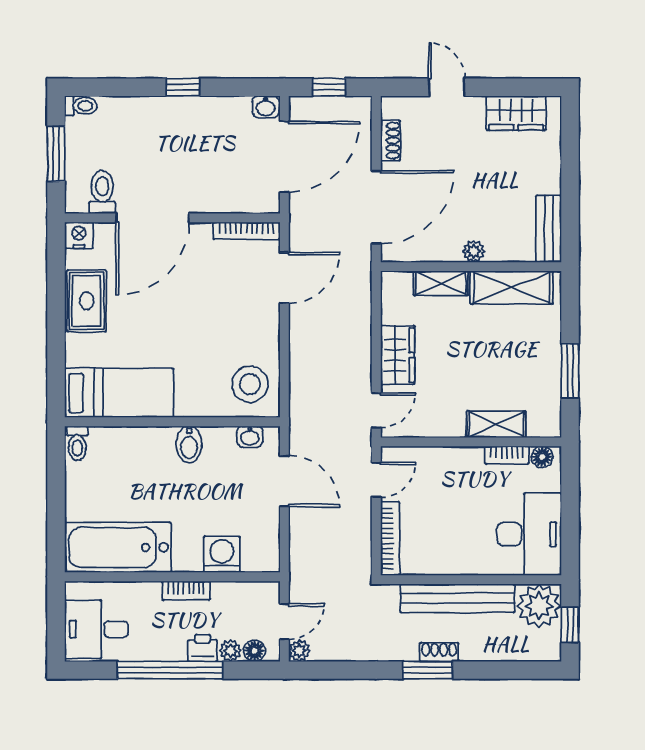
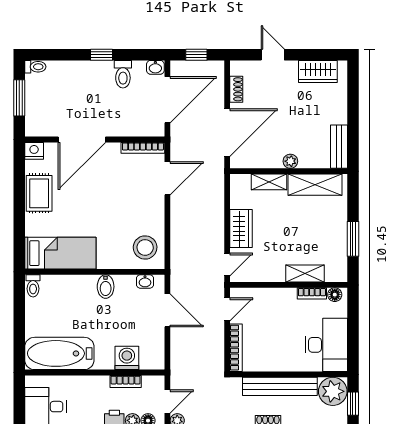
toilet: (102, 192) -> (123, 74), moved, turned 180
bookcase: (186, 591) -> (126, 382), moved

